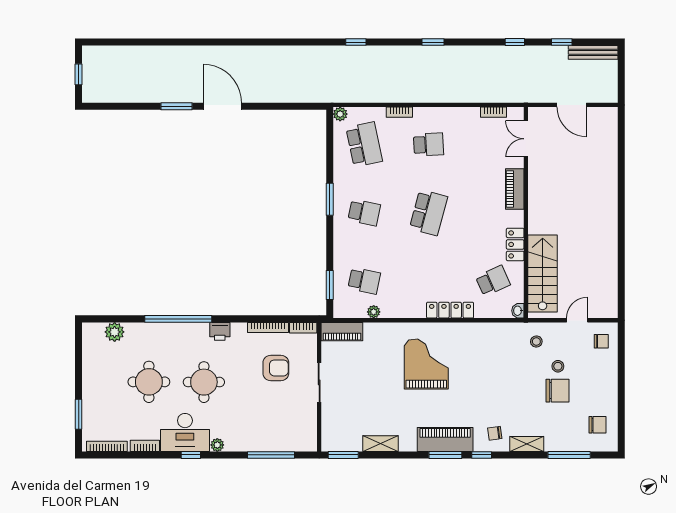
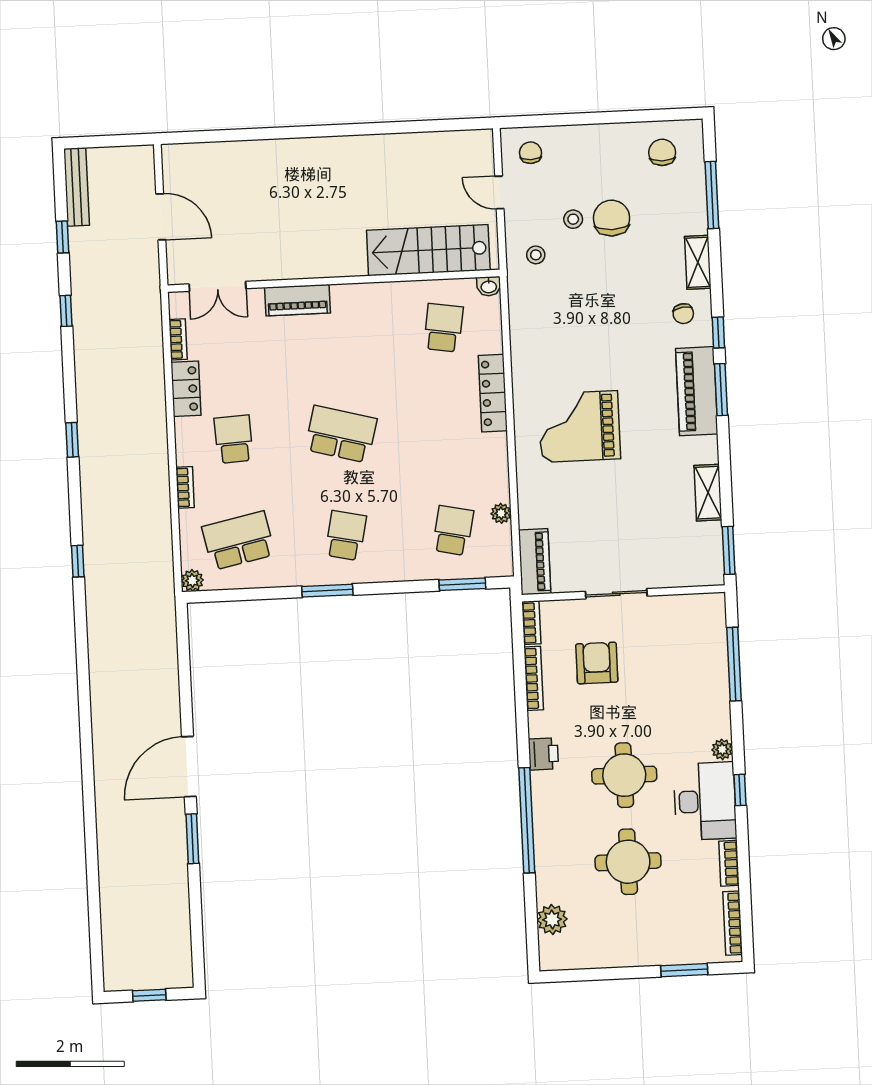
door: (572, 105) -> (161, 217), hinge flipped
locker: (515, 244) -> (186, 389), moved, turned -90
school desk: (493, 281) -> (443, 328), turned 33

